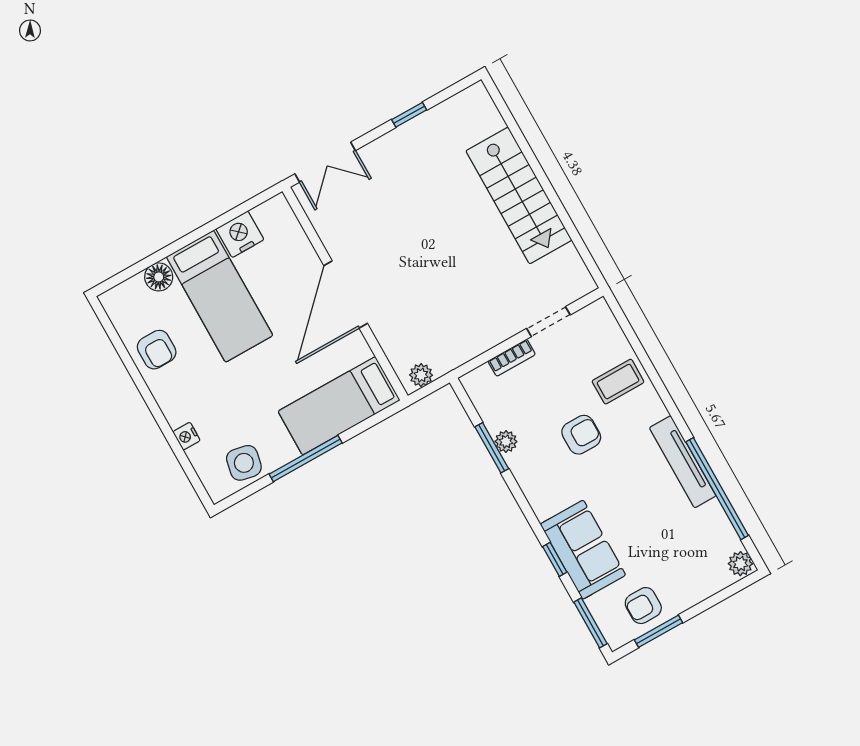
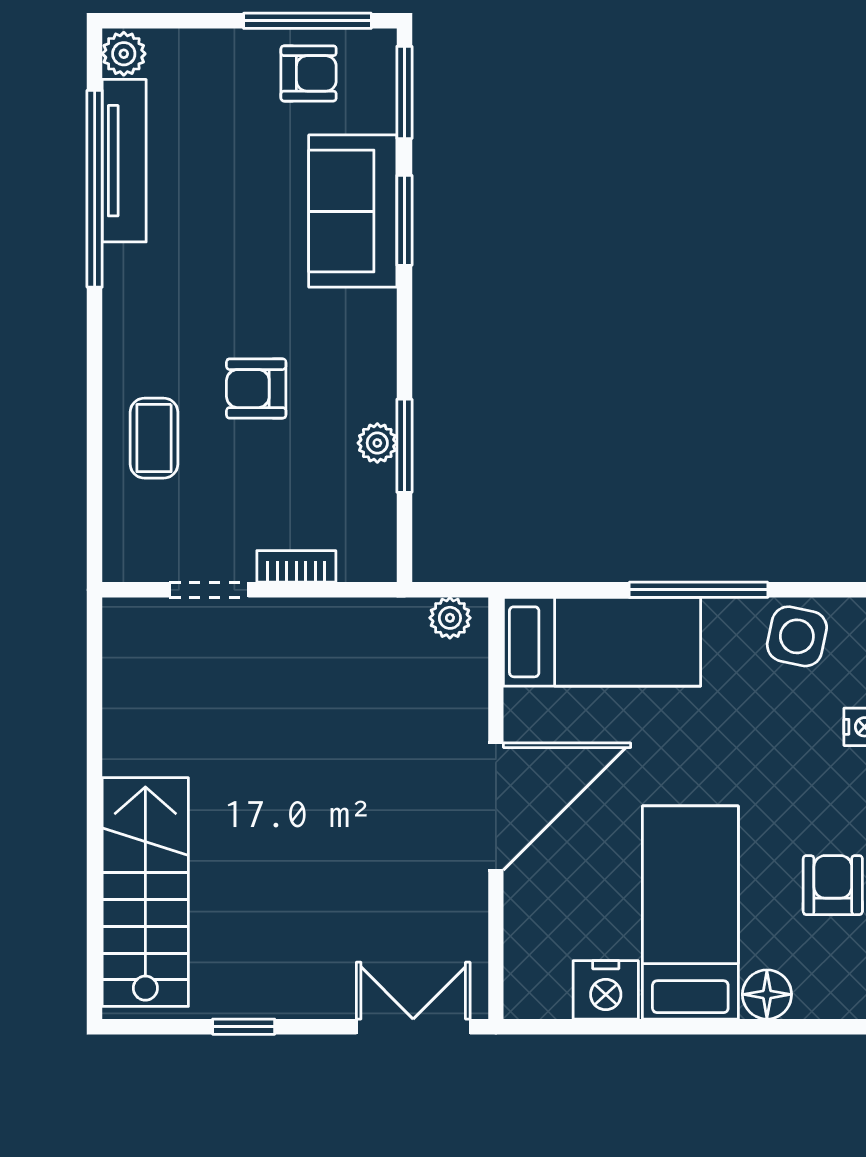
stairs: (519, 195) -> (145, 892), moved
coffee table: (618, 382) -> (154, 438), turned 90
tv unit: (683, 462) -> (124, 161), moved
window: (555, 559) -> (404, 220), width x1.50
window: (659, 631) -> (307, 21), width x1.44

